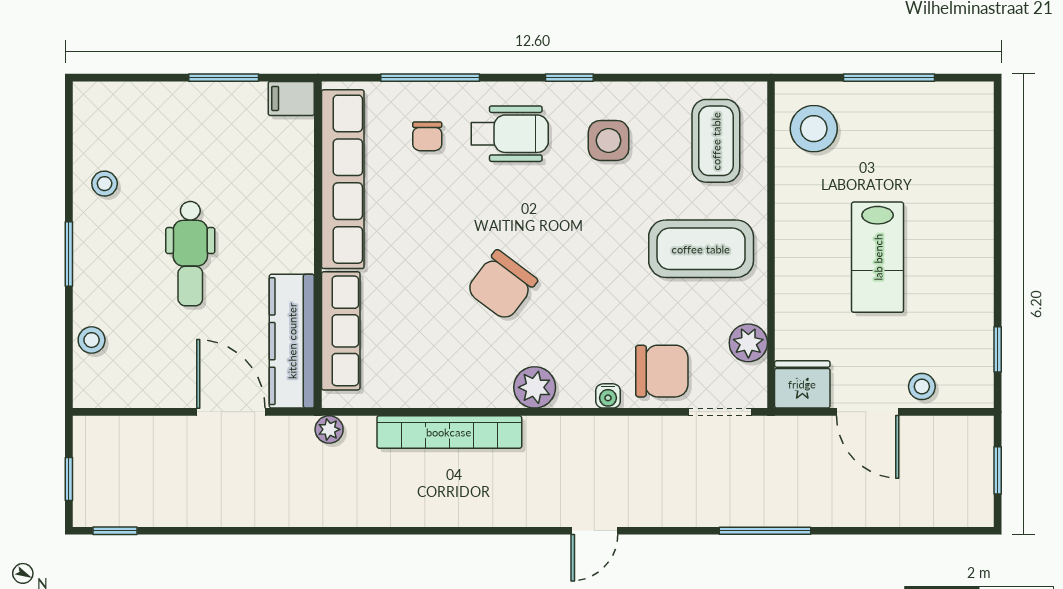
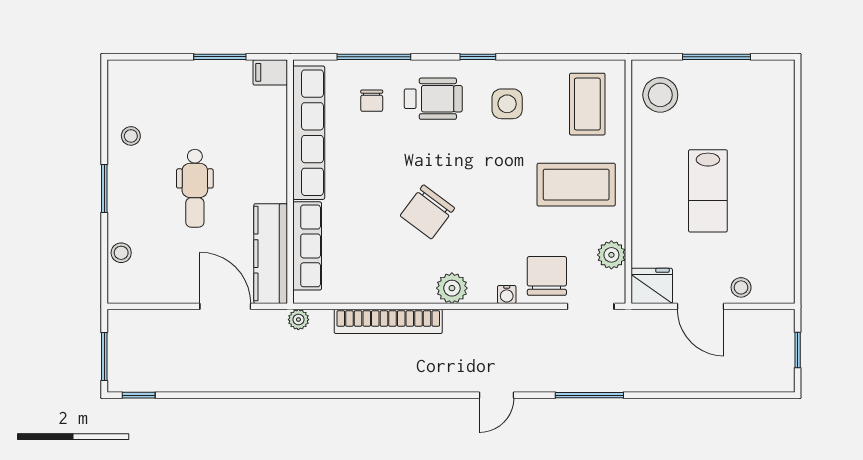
window: (998, 349) -> (798, 260), removed
chair: (662, 371) -> (547, 276), turned -90
window: (69, 479) -> (104, 356), width x1.50
window: (765, 531) -> (589, 395), moved

